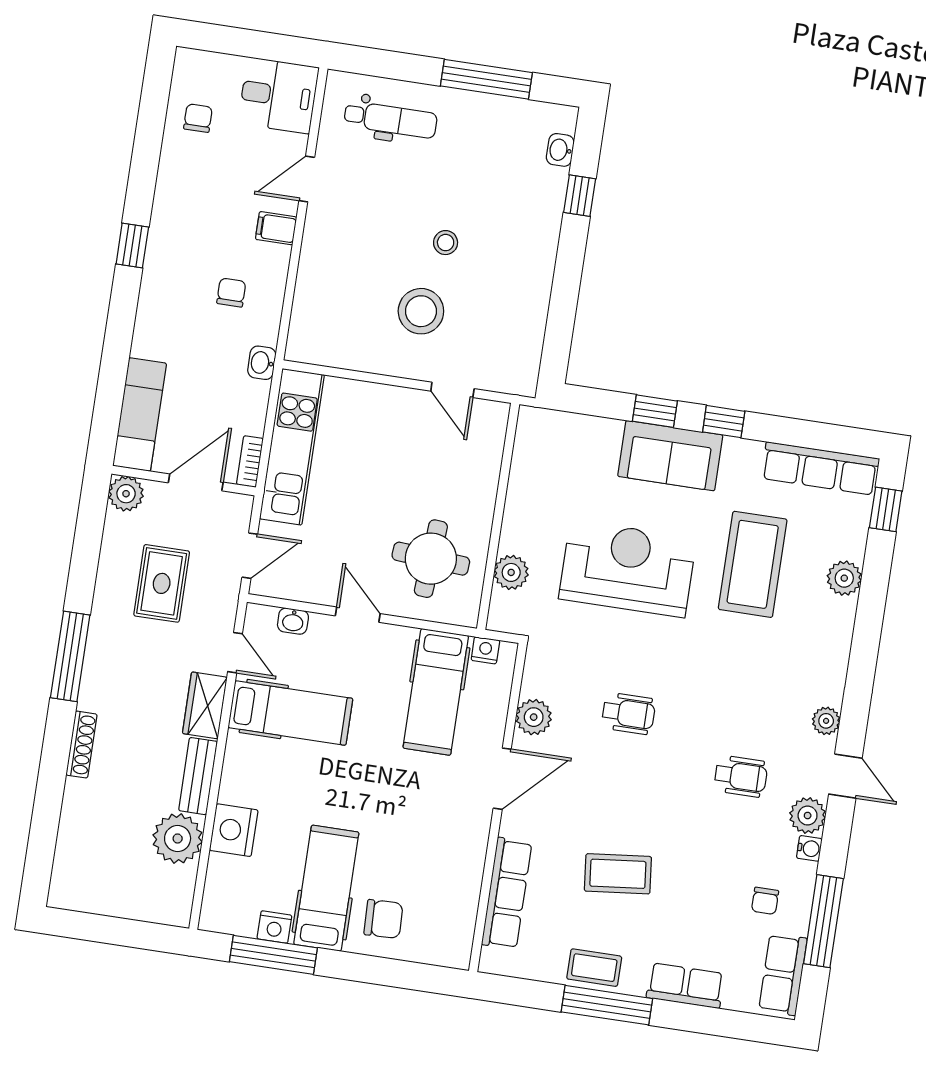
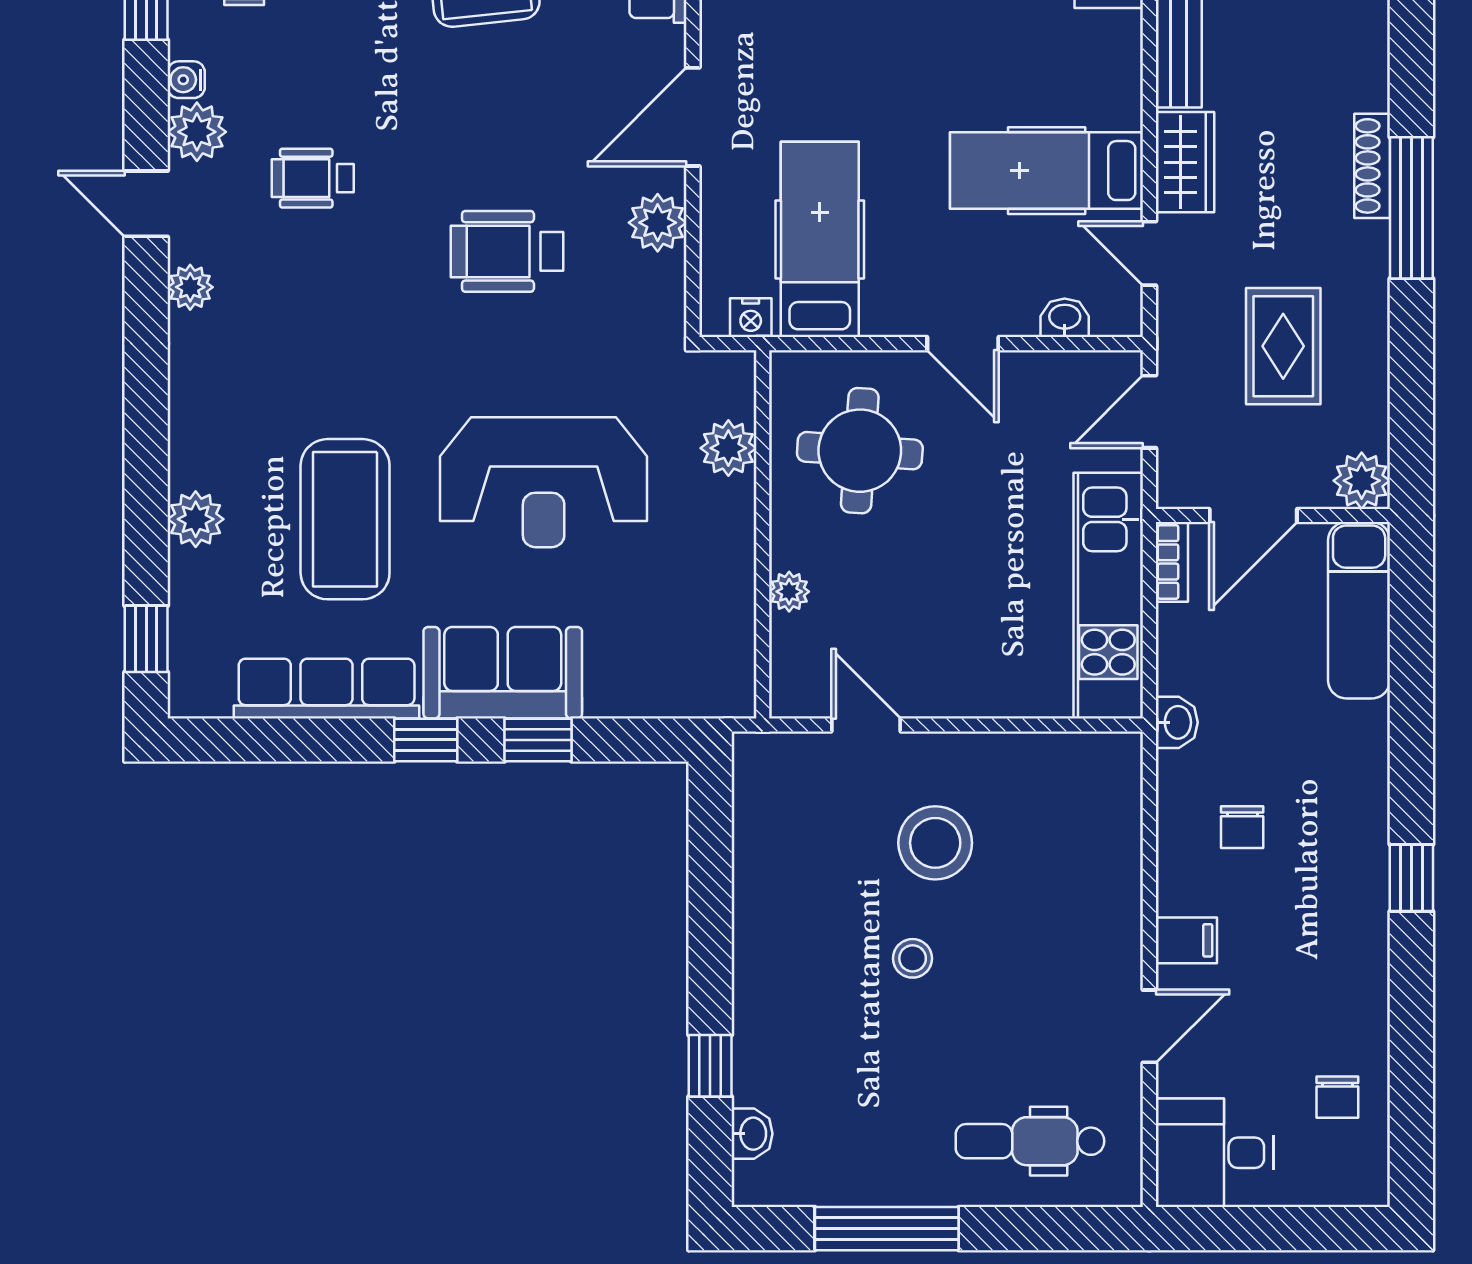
row of seats: (820, 468) -> (327, 689), moved
plant: (487, 479) -> (789, 592), added
wheelchair: (629, 713) -> (507, 251), width x1.36, depth x1.37
shoe rack: (81, 745) -> (1372, 166), moved

